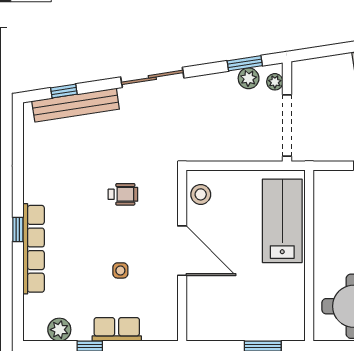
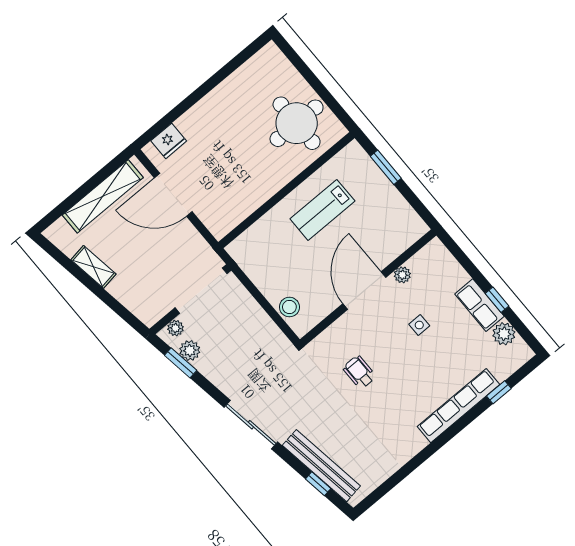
stool: (201, 194) -> (289, 307), moved
lab bench: (282, 221) -> (322, 210), moved, width x0.73, depth x0.72
window: (18, 229) -> (499, 392), moved
plant: (170, 290) -> (402, 275), added
row of seats: (117, 329) -> (479, 305), moved

